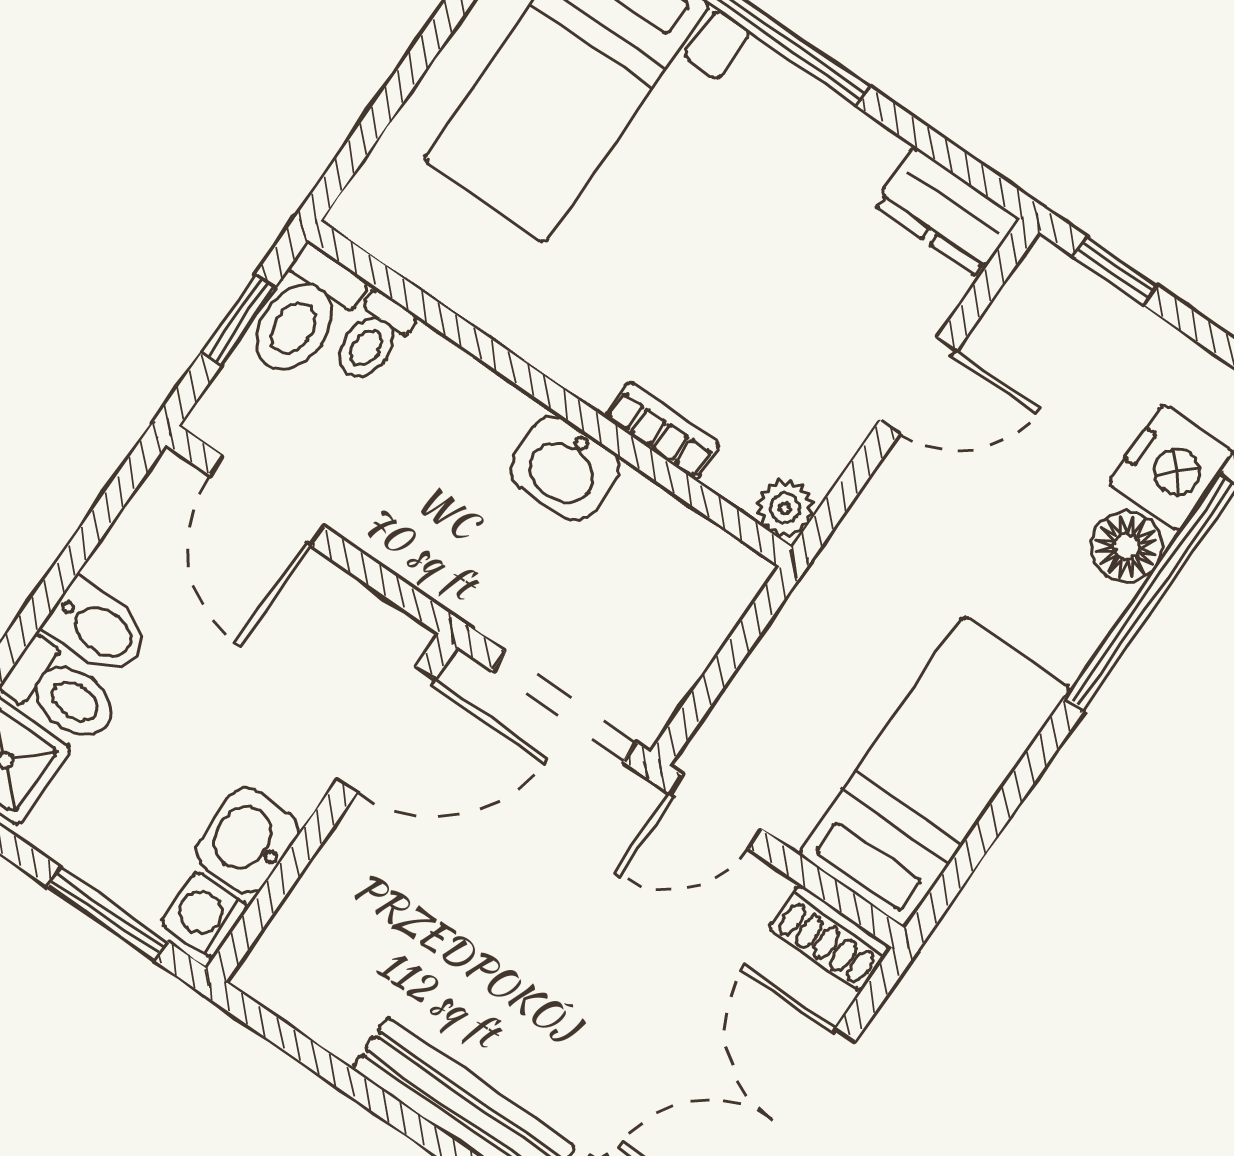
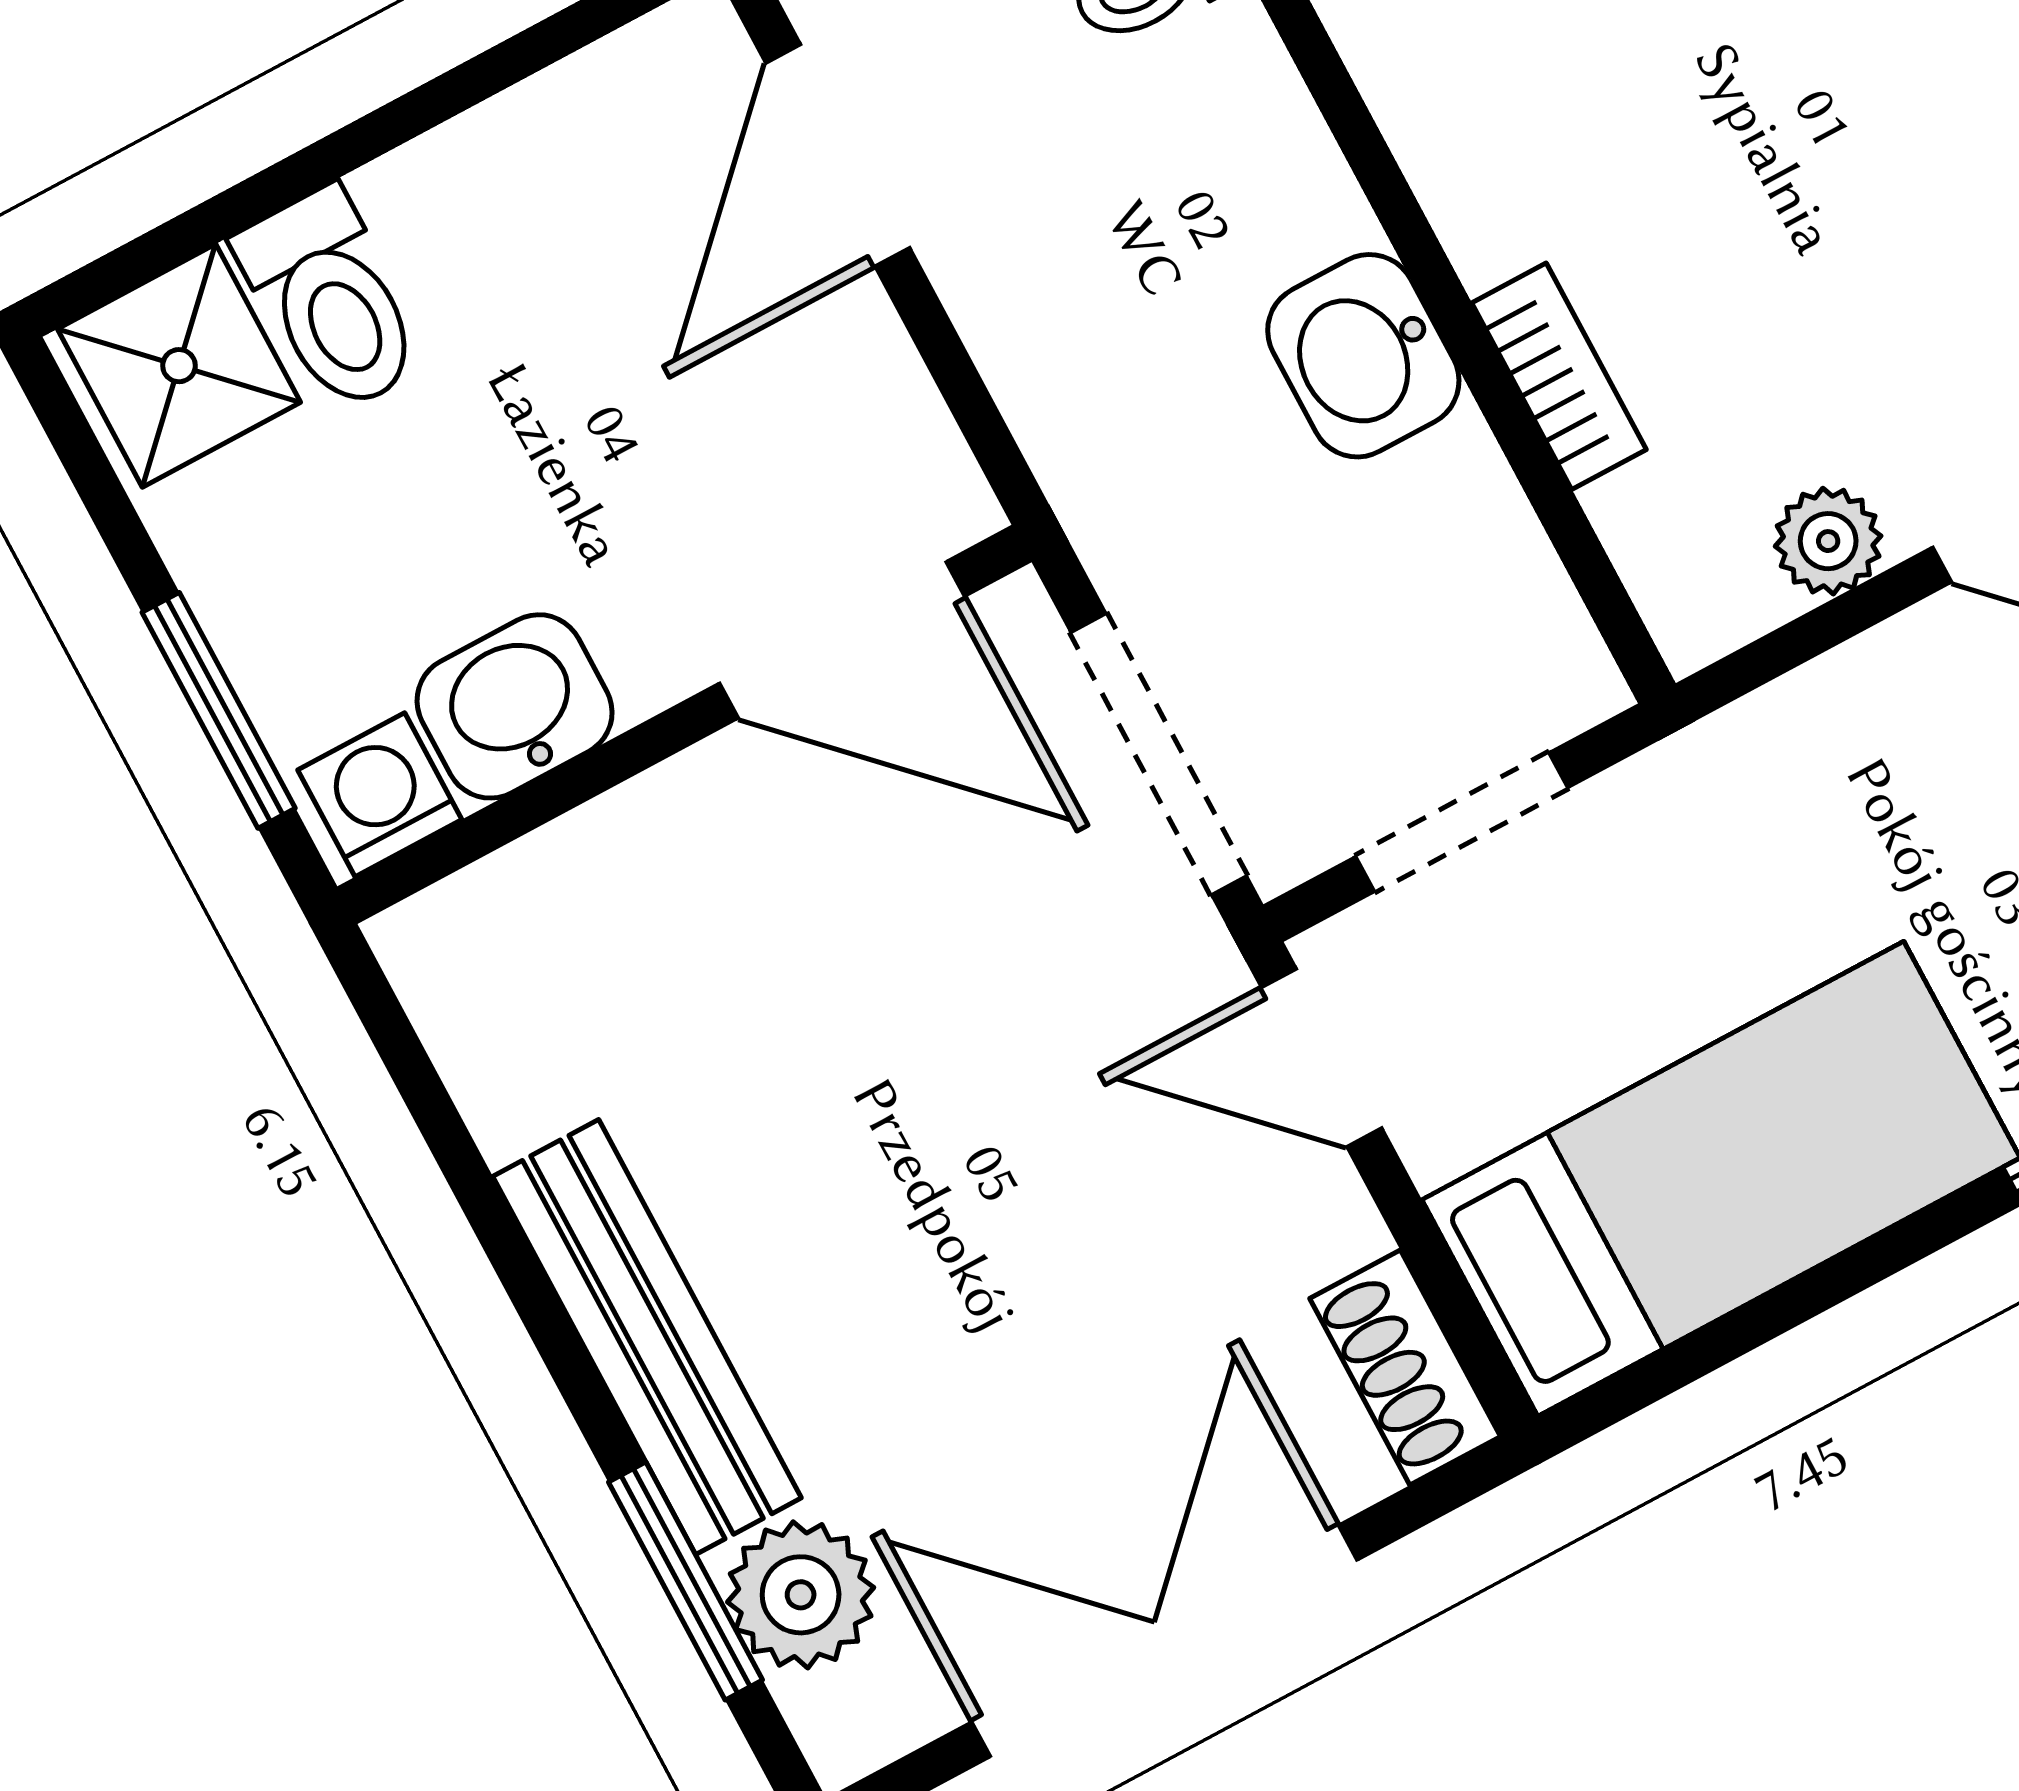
plant: (785, 508) -> (1828, 541), moved
bidet: (98, 628) -> (446, 224), removed
doorway: (725, 665) -> (1462, 822), added

